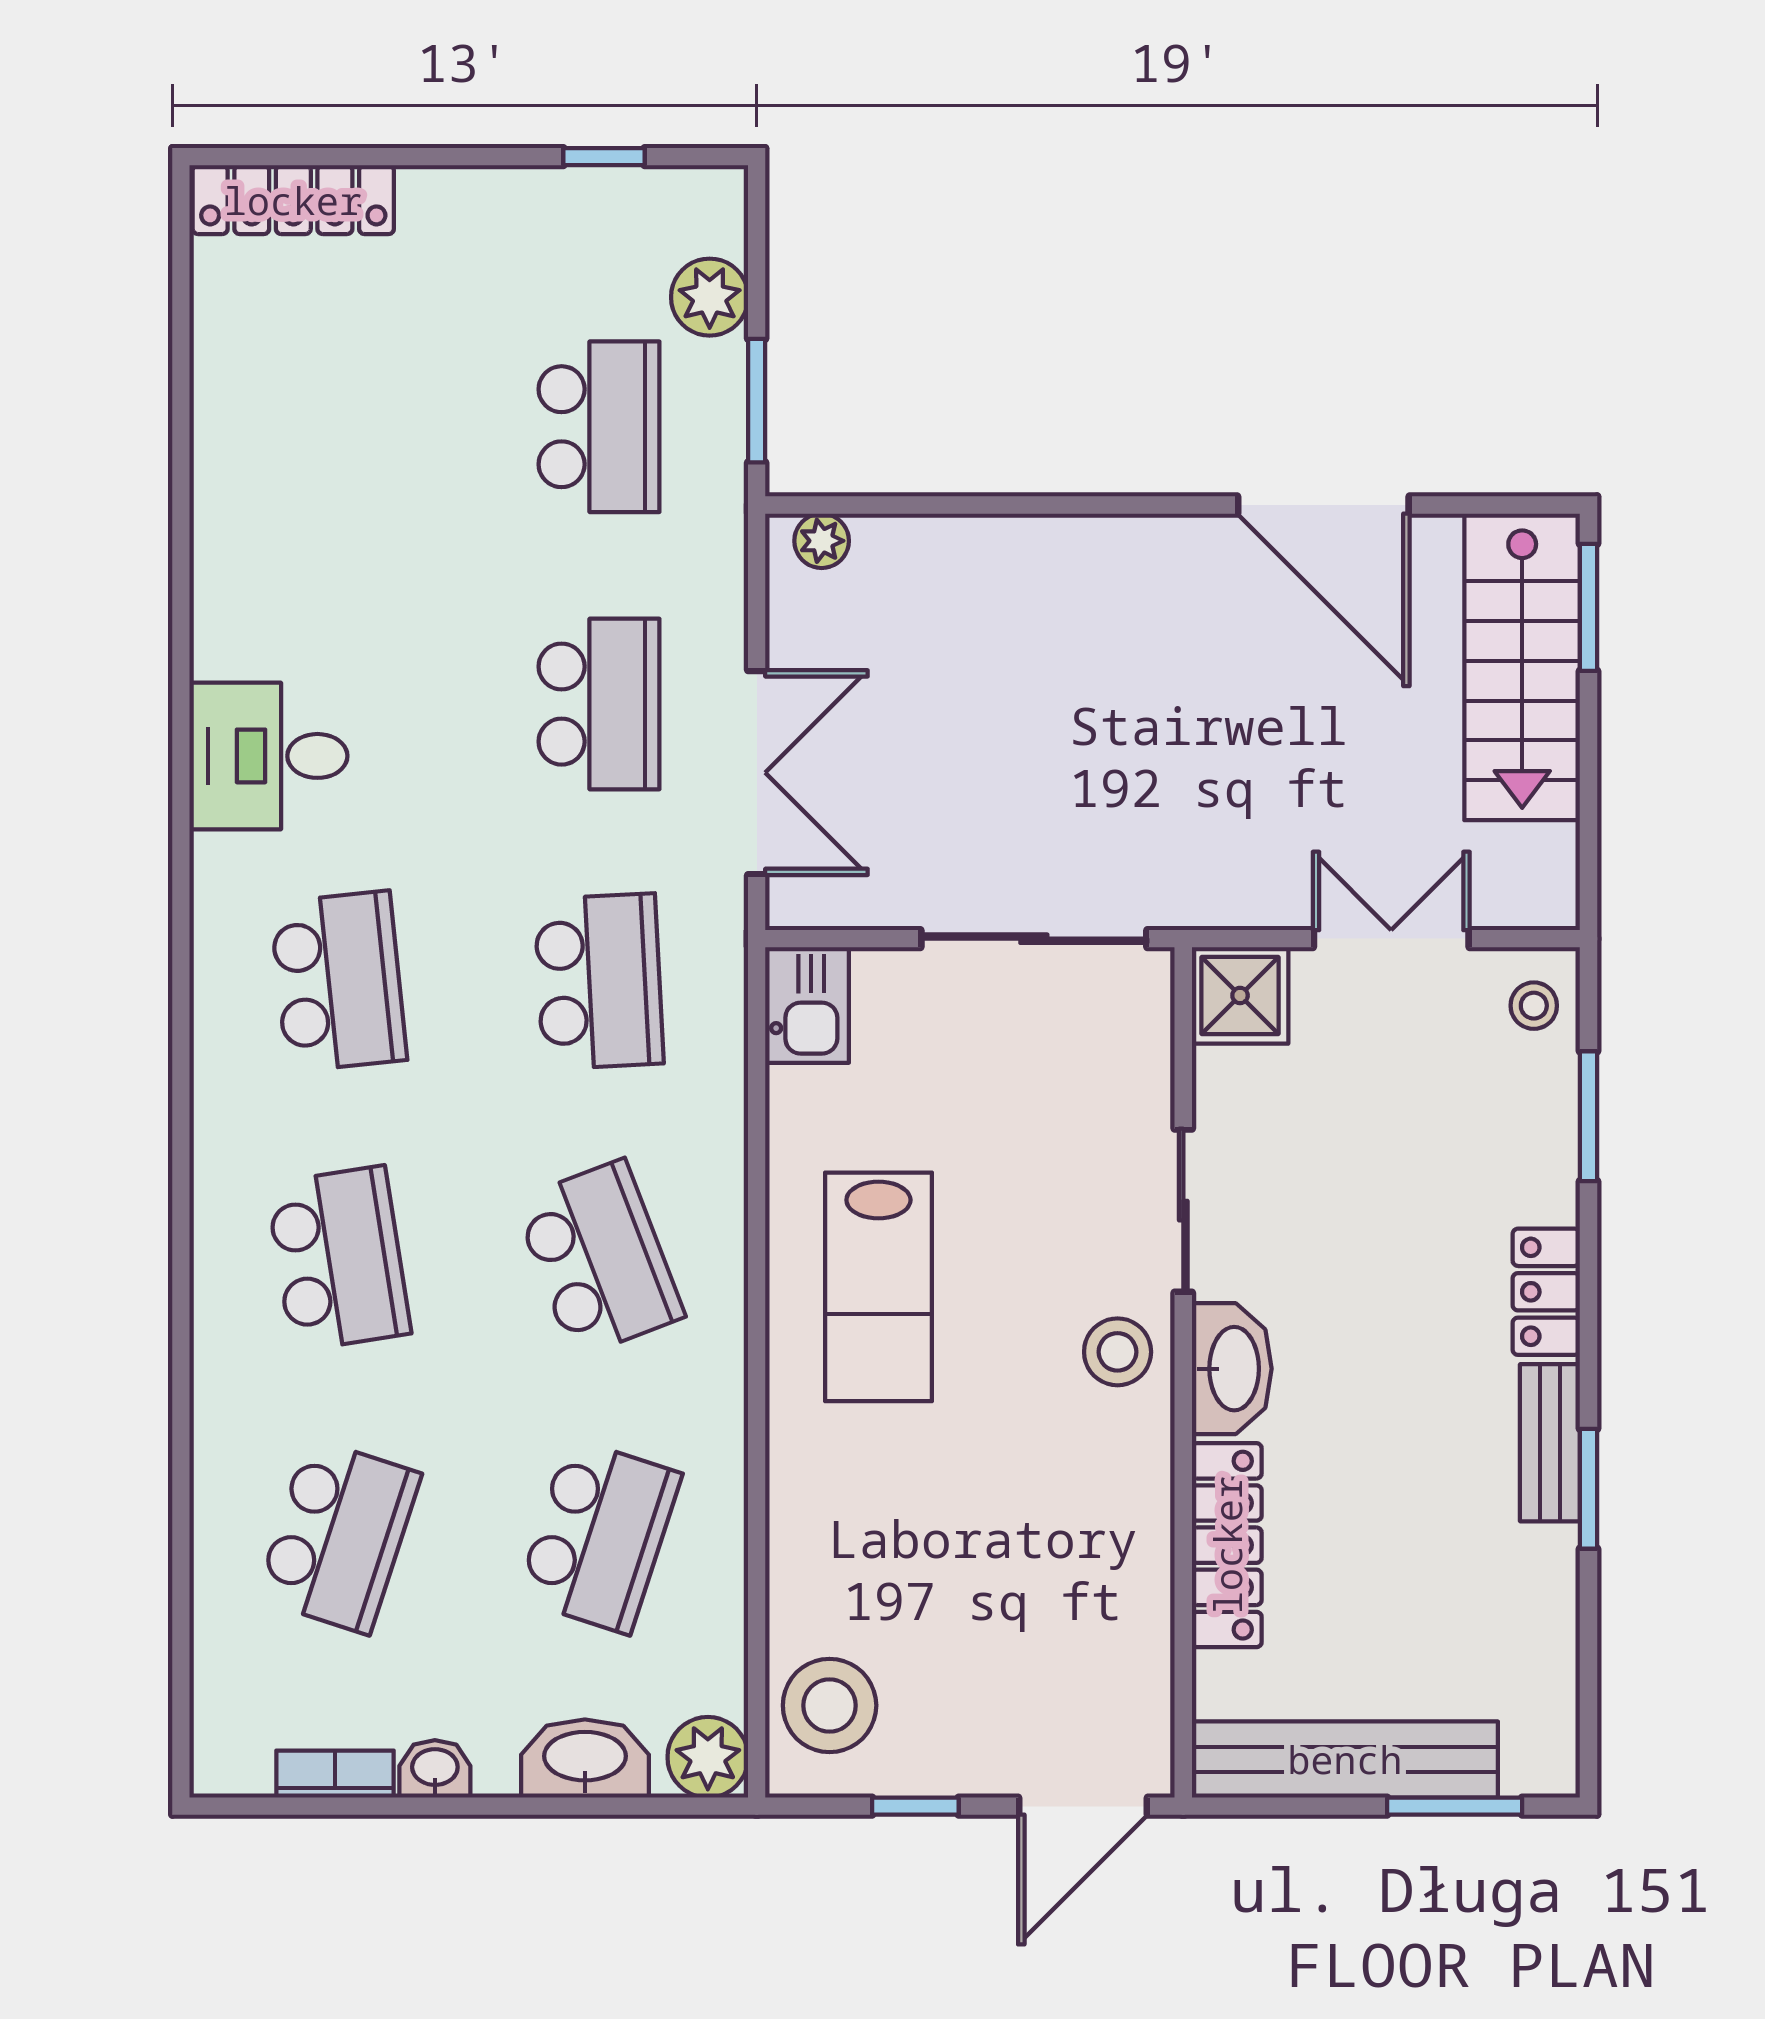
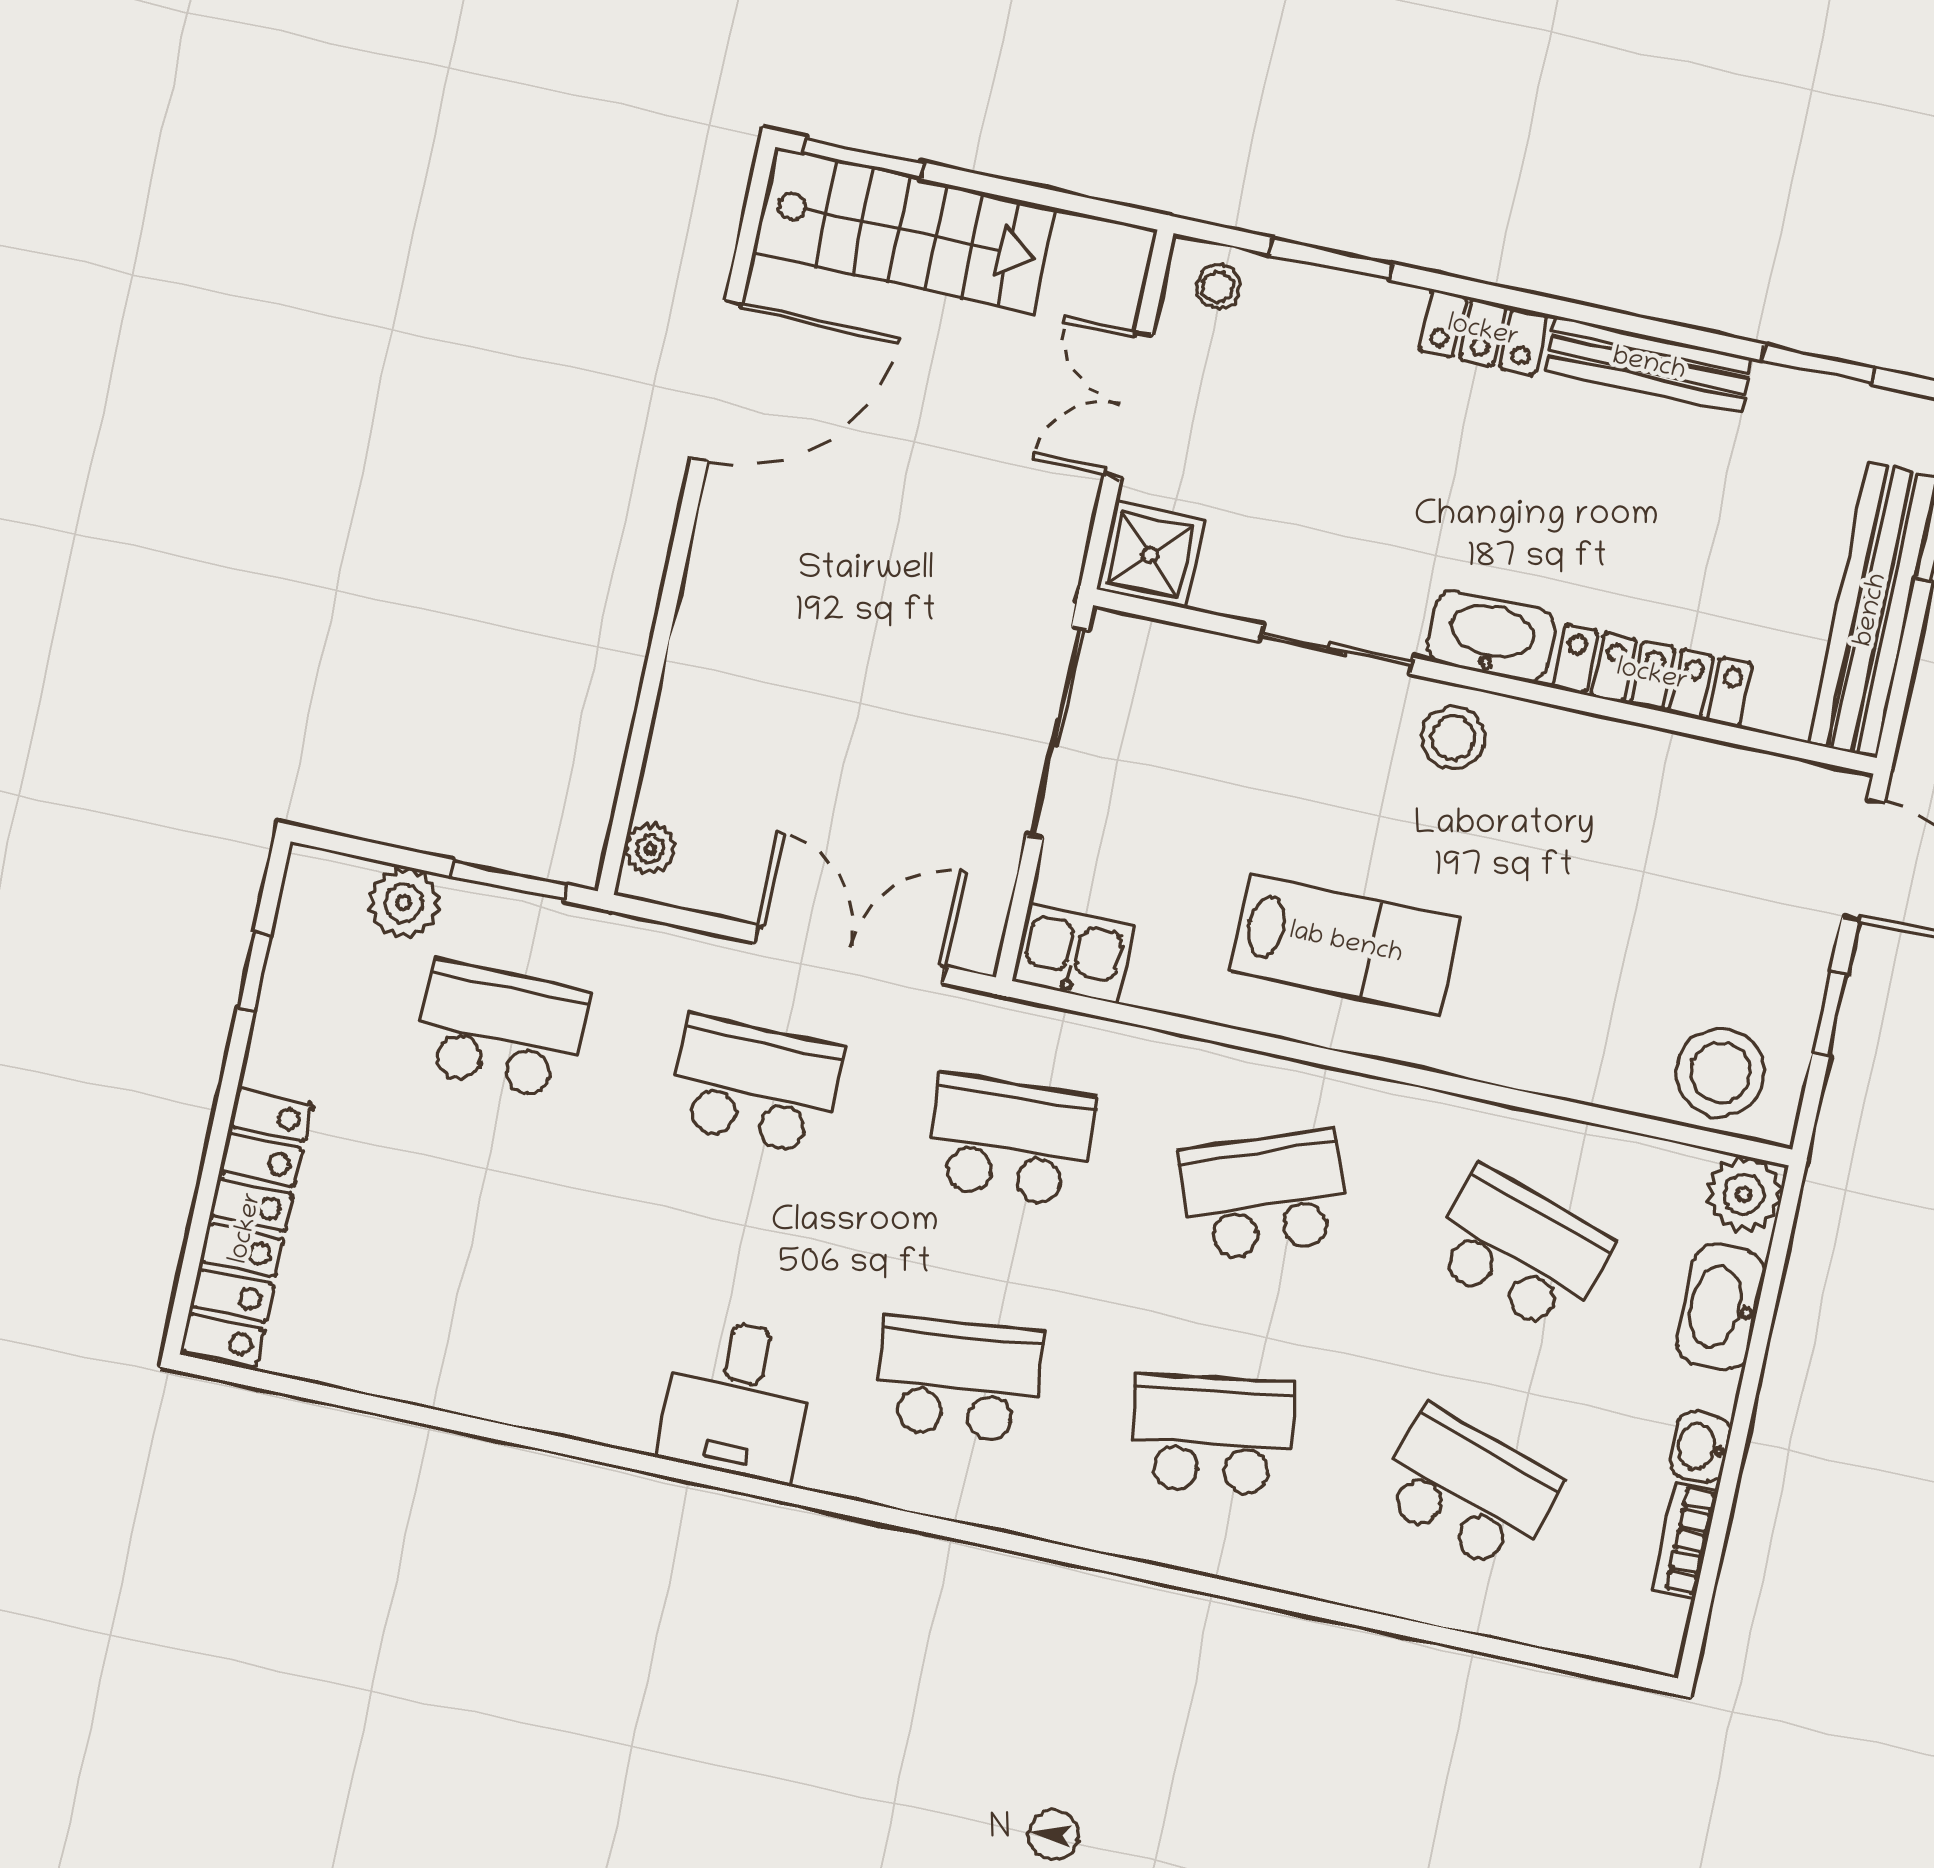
locker: (293, 200) -> (247, 1228), width x1.41, depth x1.21
bench: (1550, 1443) -> (1649, 365), width x1.36
window: (1589, 1489) -> (1818, 364), moved

